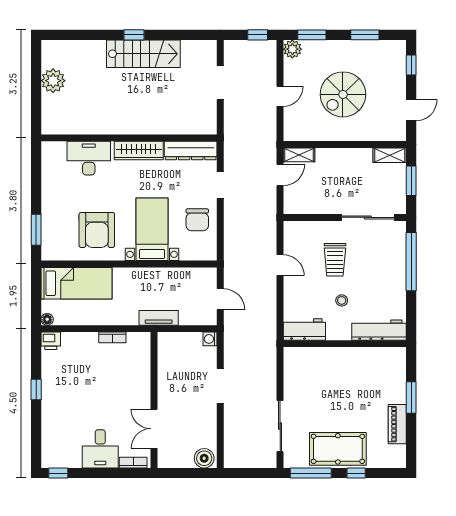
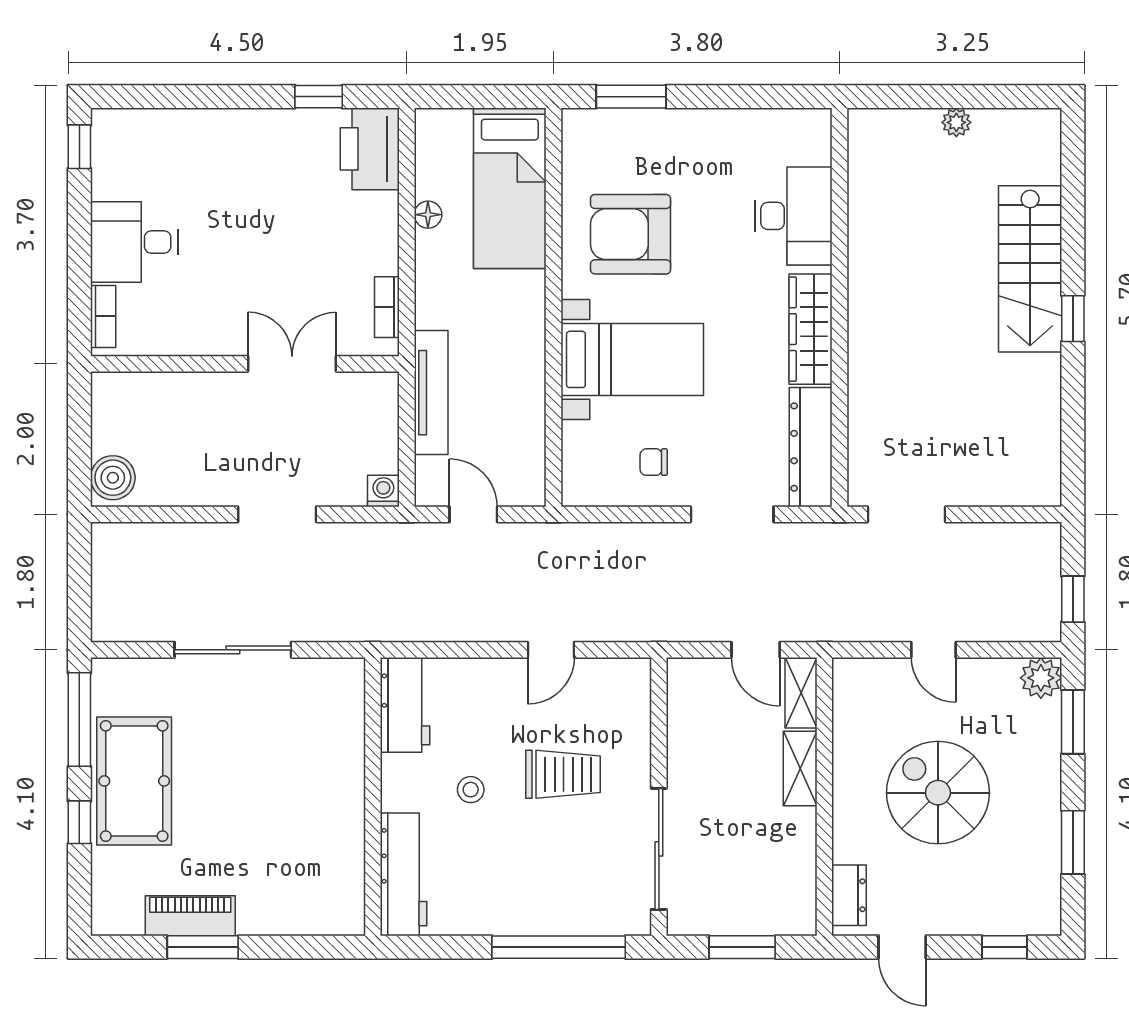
stairs: (143, 54) -> (1030, 269), moved
plant: (53, 81) -> (956, 122), width x0.53, depth x0.53
doorway: (220, 83) -> (907, 514), moved
dresser: (388, 134) -> (849, 895), added
shelving: (390, 155) -> (800, 768), moved
doorway: (220, 185) -> (732, 514), width x1.38
chair: (197, 220) -> (654, 462), width x0.54, depth x0.54
trolley: (335, 260) -> (563, 774), turned 180
door: (220, 299) -> (473, 514), swing flipped
tv unit: (159, 318) -> (431, 393), width x1.41
floor lamp: (47, 319) -> (428, 215), moved
bookcase: (112, 337) -> (387, 307), moved
printer: (51, 341) -> (370, 149), width x1.87, depth x1.48
window: (36, 389) -> (319, 97), moved
window: (411, 398) -> (203, 947), moved
sliding door: (280, 426) -> (233, 650), moved
double door: (154, 429) -> (292, 364), moved

